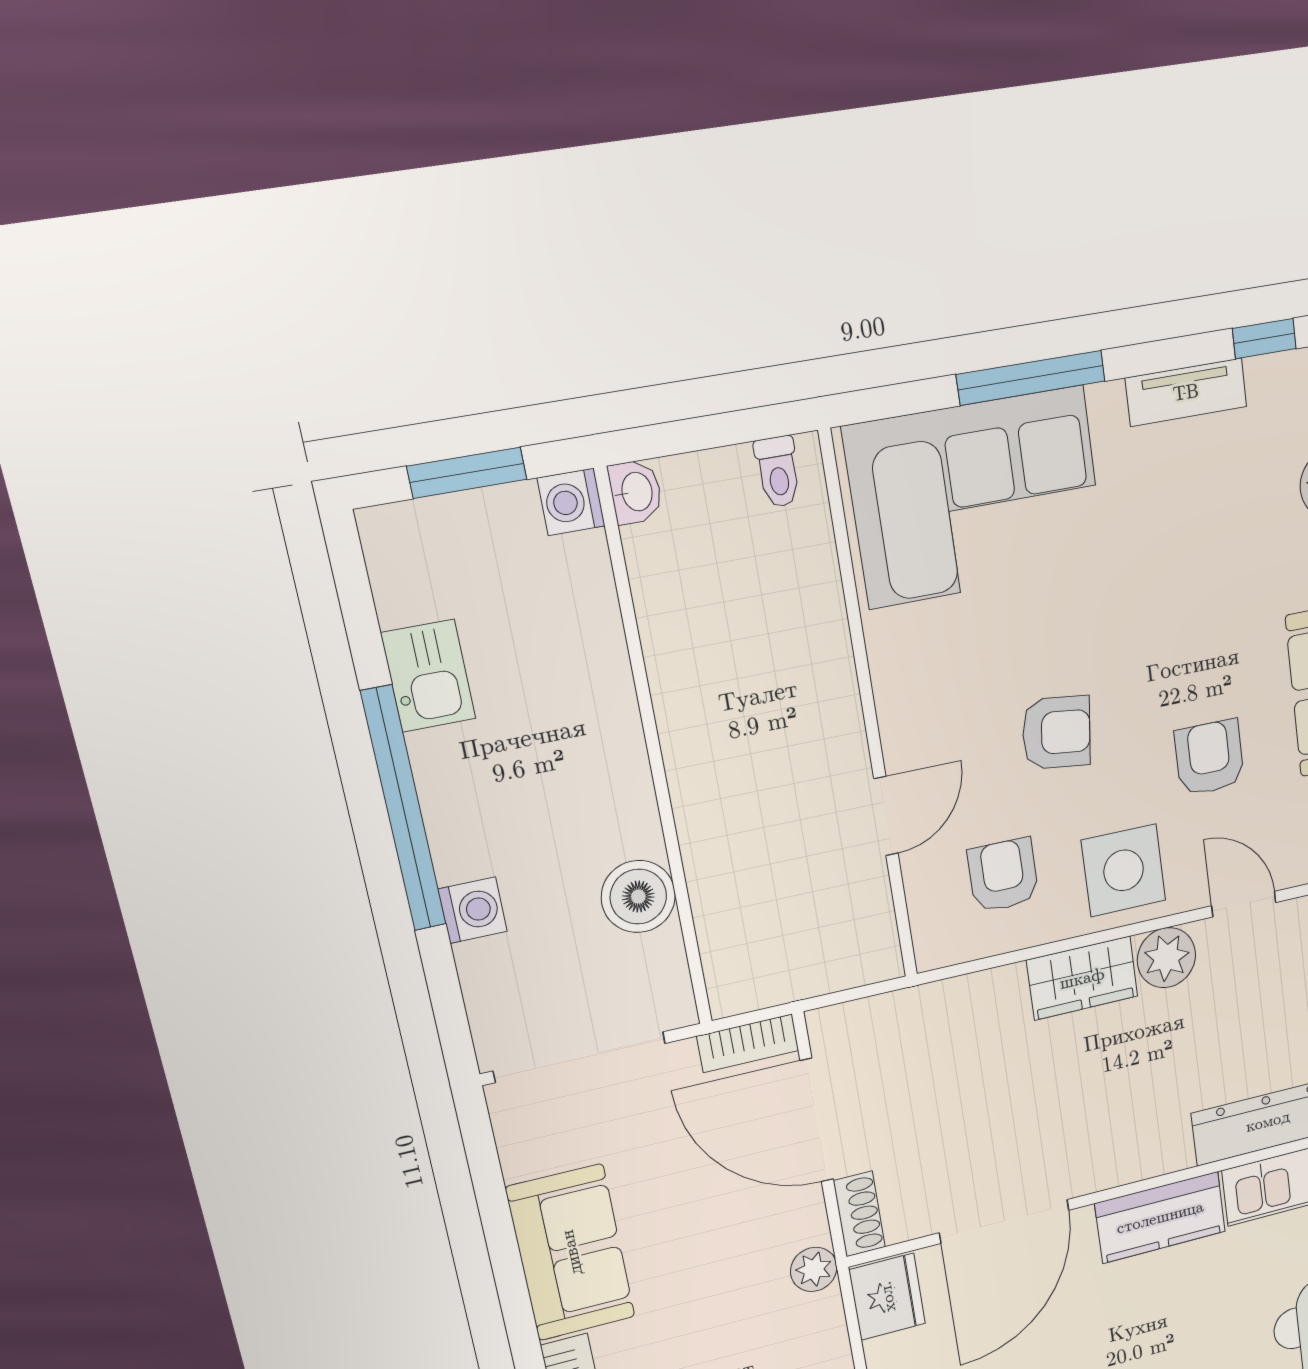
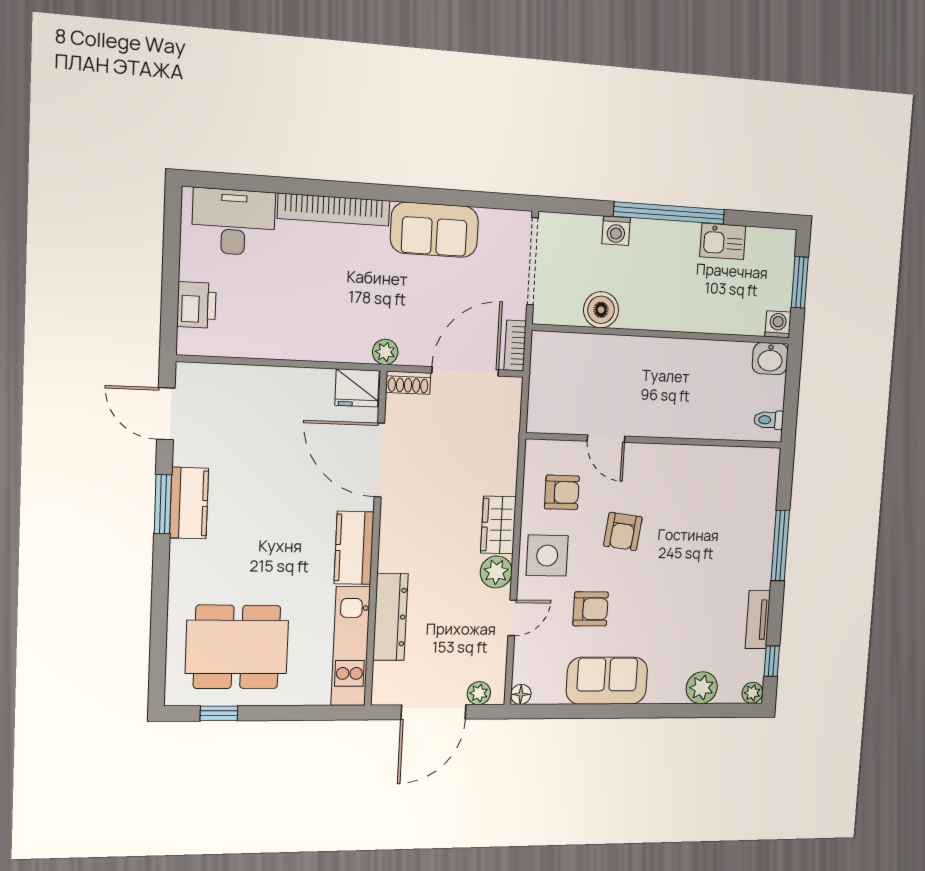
washbasin: (636, 492) -> (770, 358), width x1.38, depth x1.45
corner sofa: (976, 497) -> (737, 510), removed

